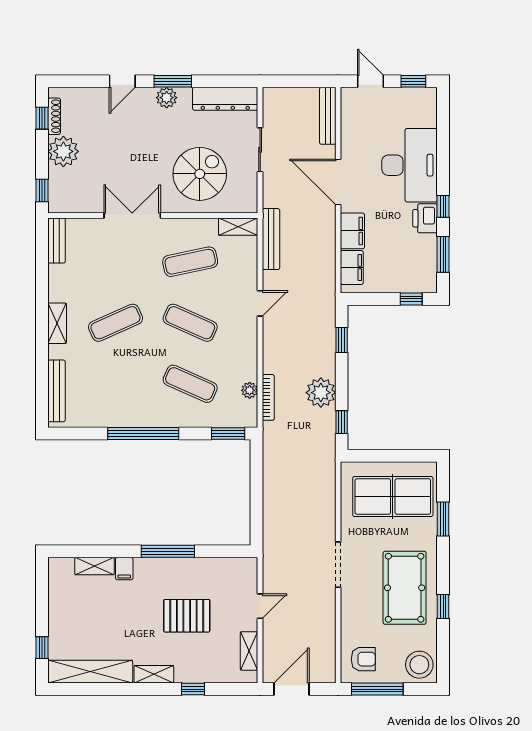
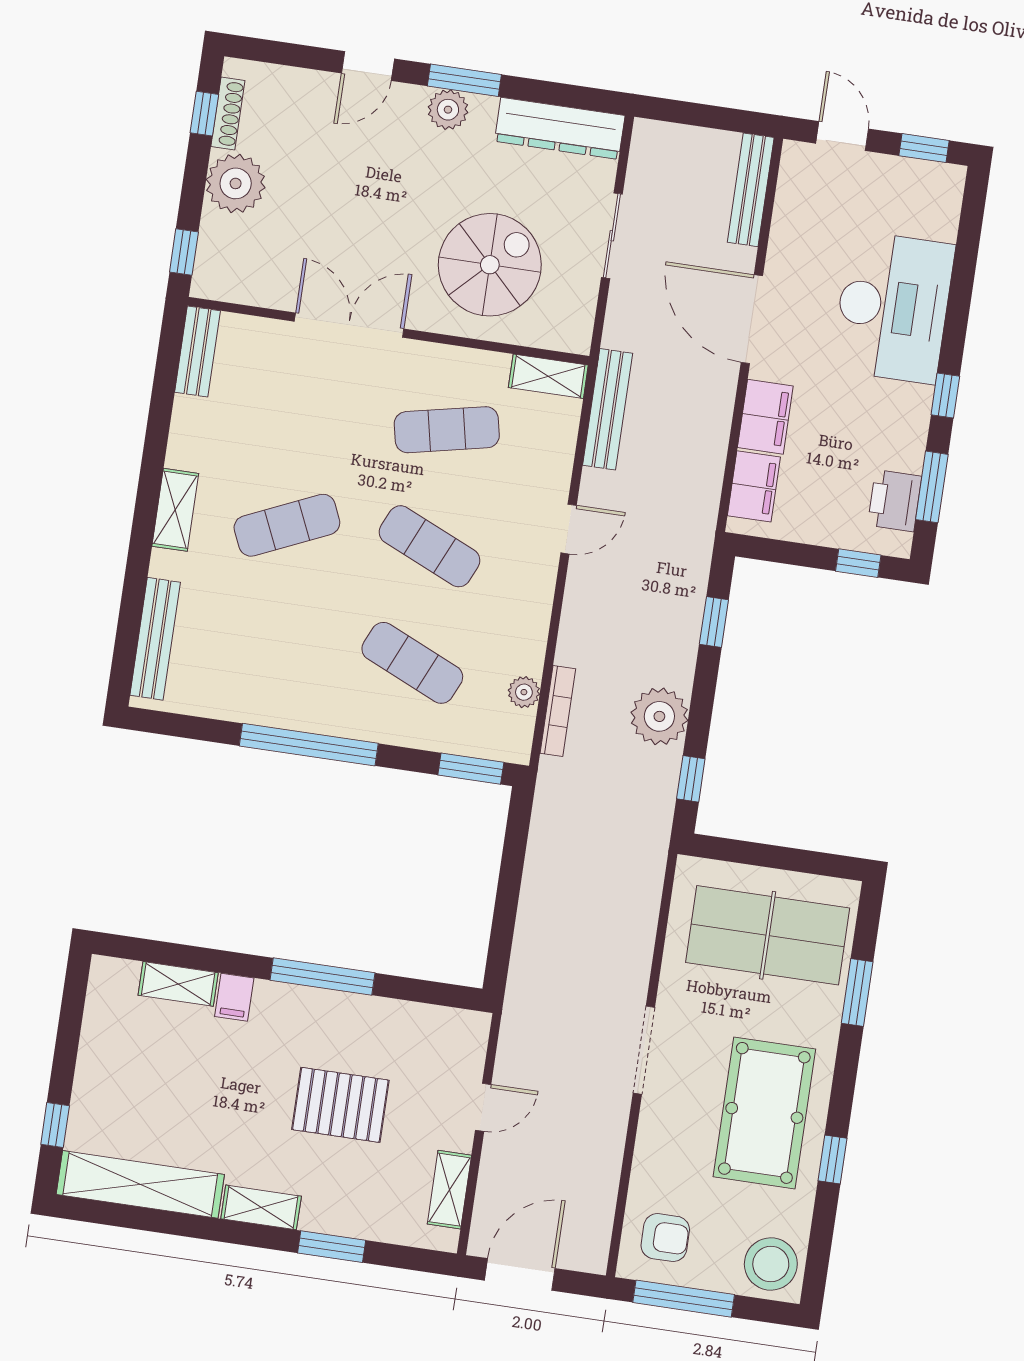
printer: (425, 218) -> (895, 501), moved
window: (193, 689) -> (332, 1247), width x1.50

